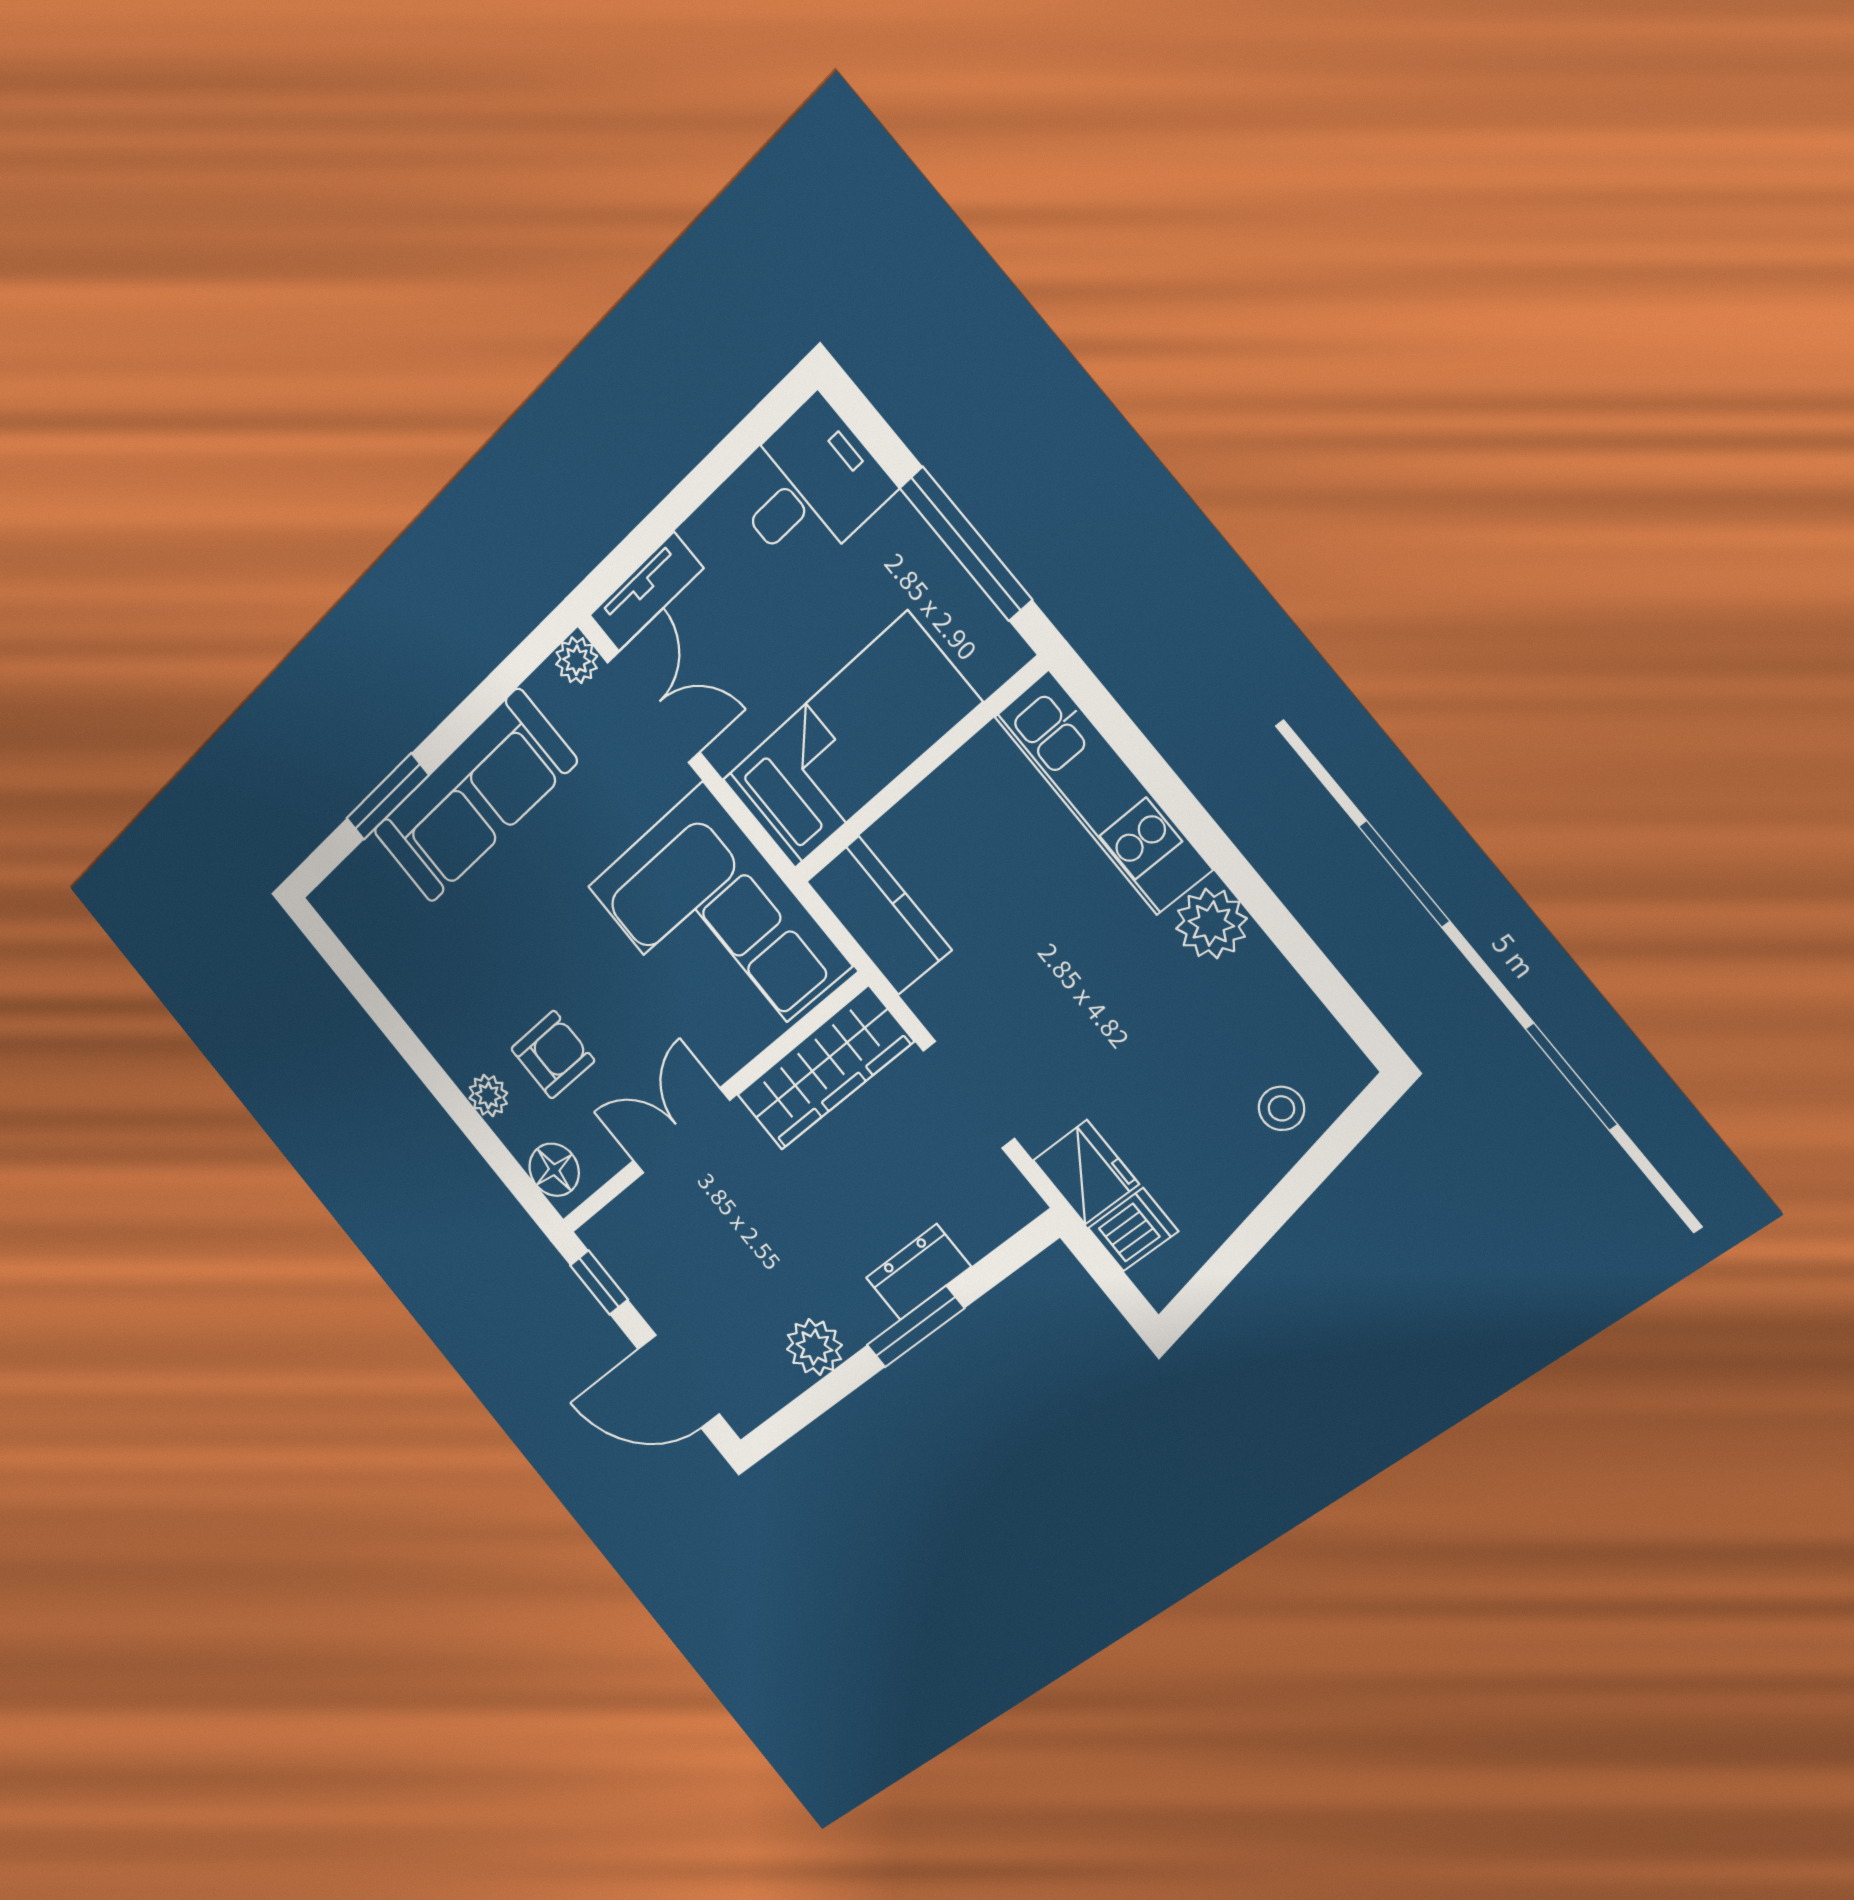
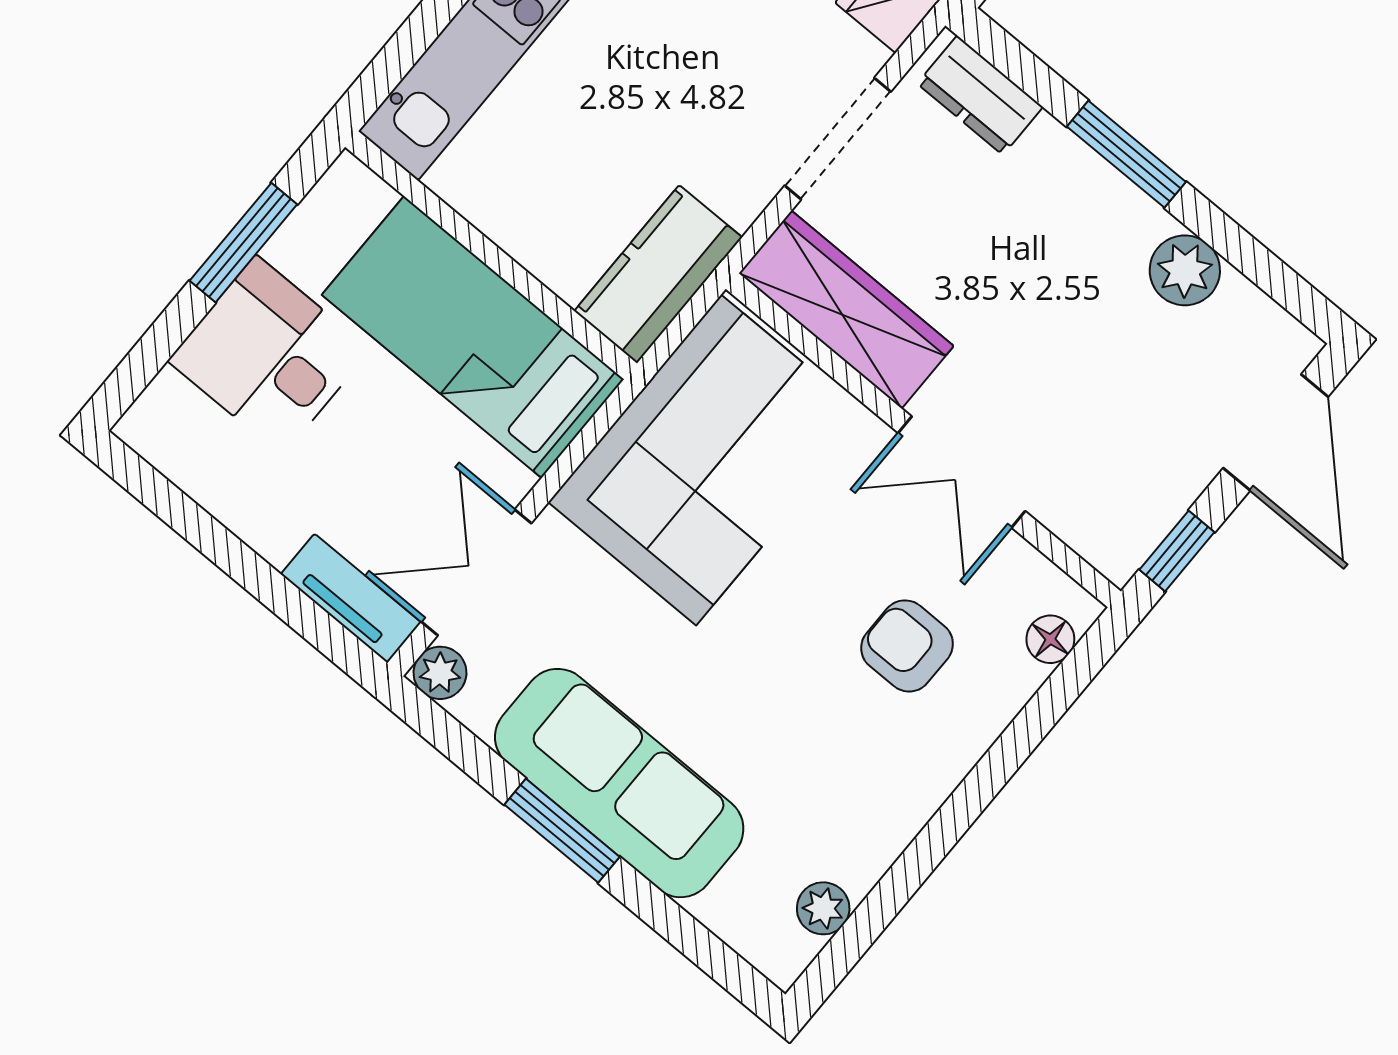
desk: (809, 487) -> (269, 355), moved
window: (966, 544) -> (243, 243), width x0.69
window: (387, 797) -> (562, 831), moved
plant: (488, 1096) -> (823, 908), moved
floor lamp: (554, 1170) -> (1050, 639), width x0.73, depth x0.73
dresser: (918, 1272) -> (980, 95), moved

